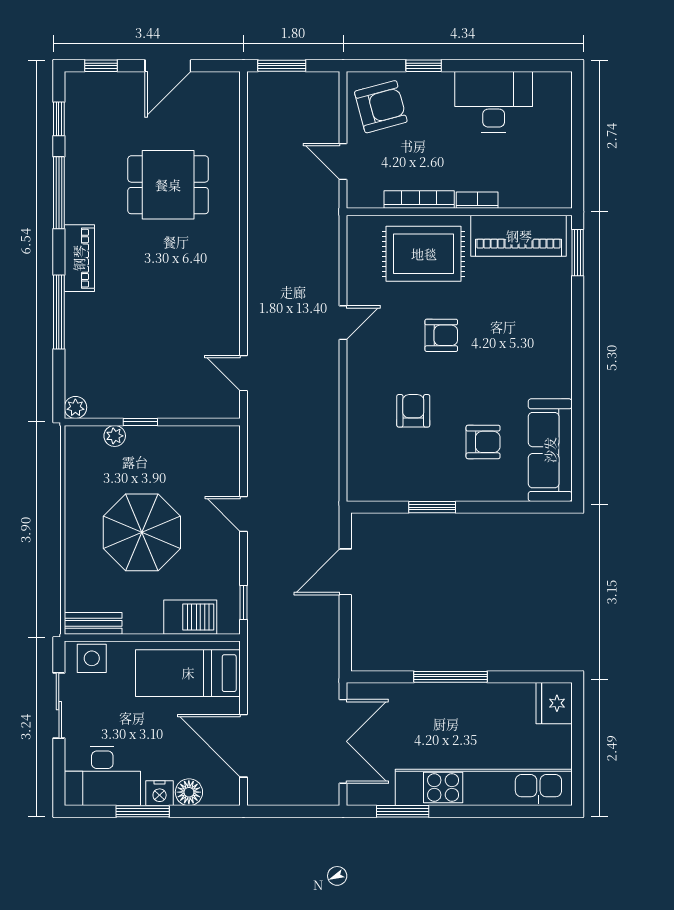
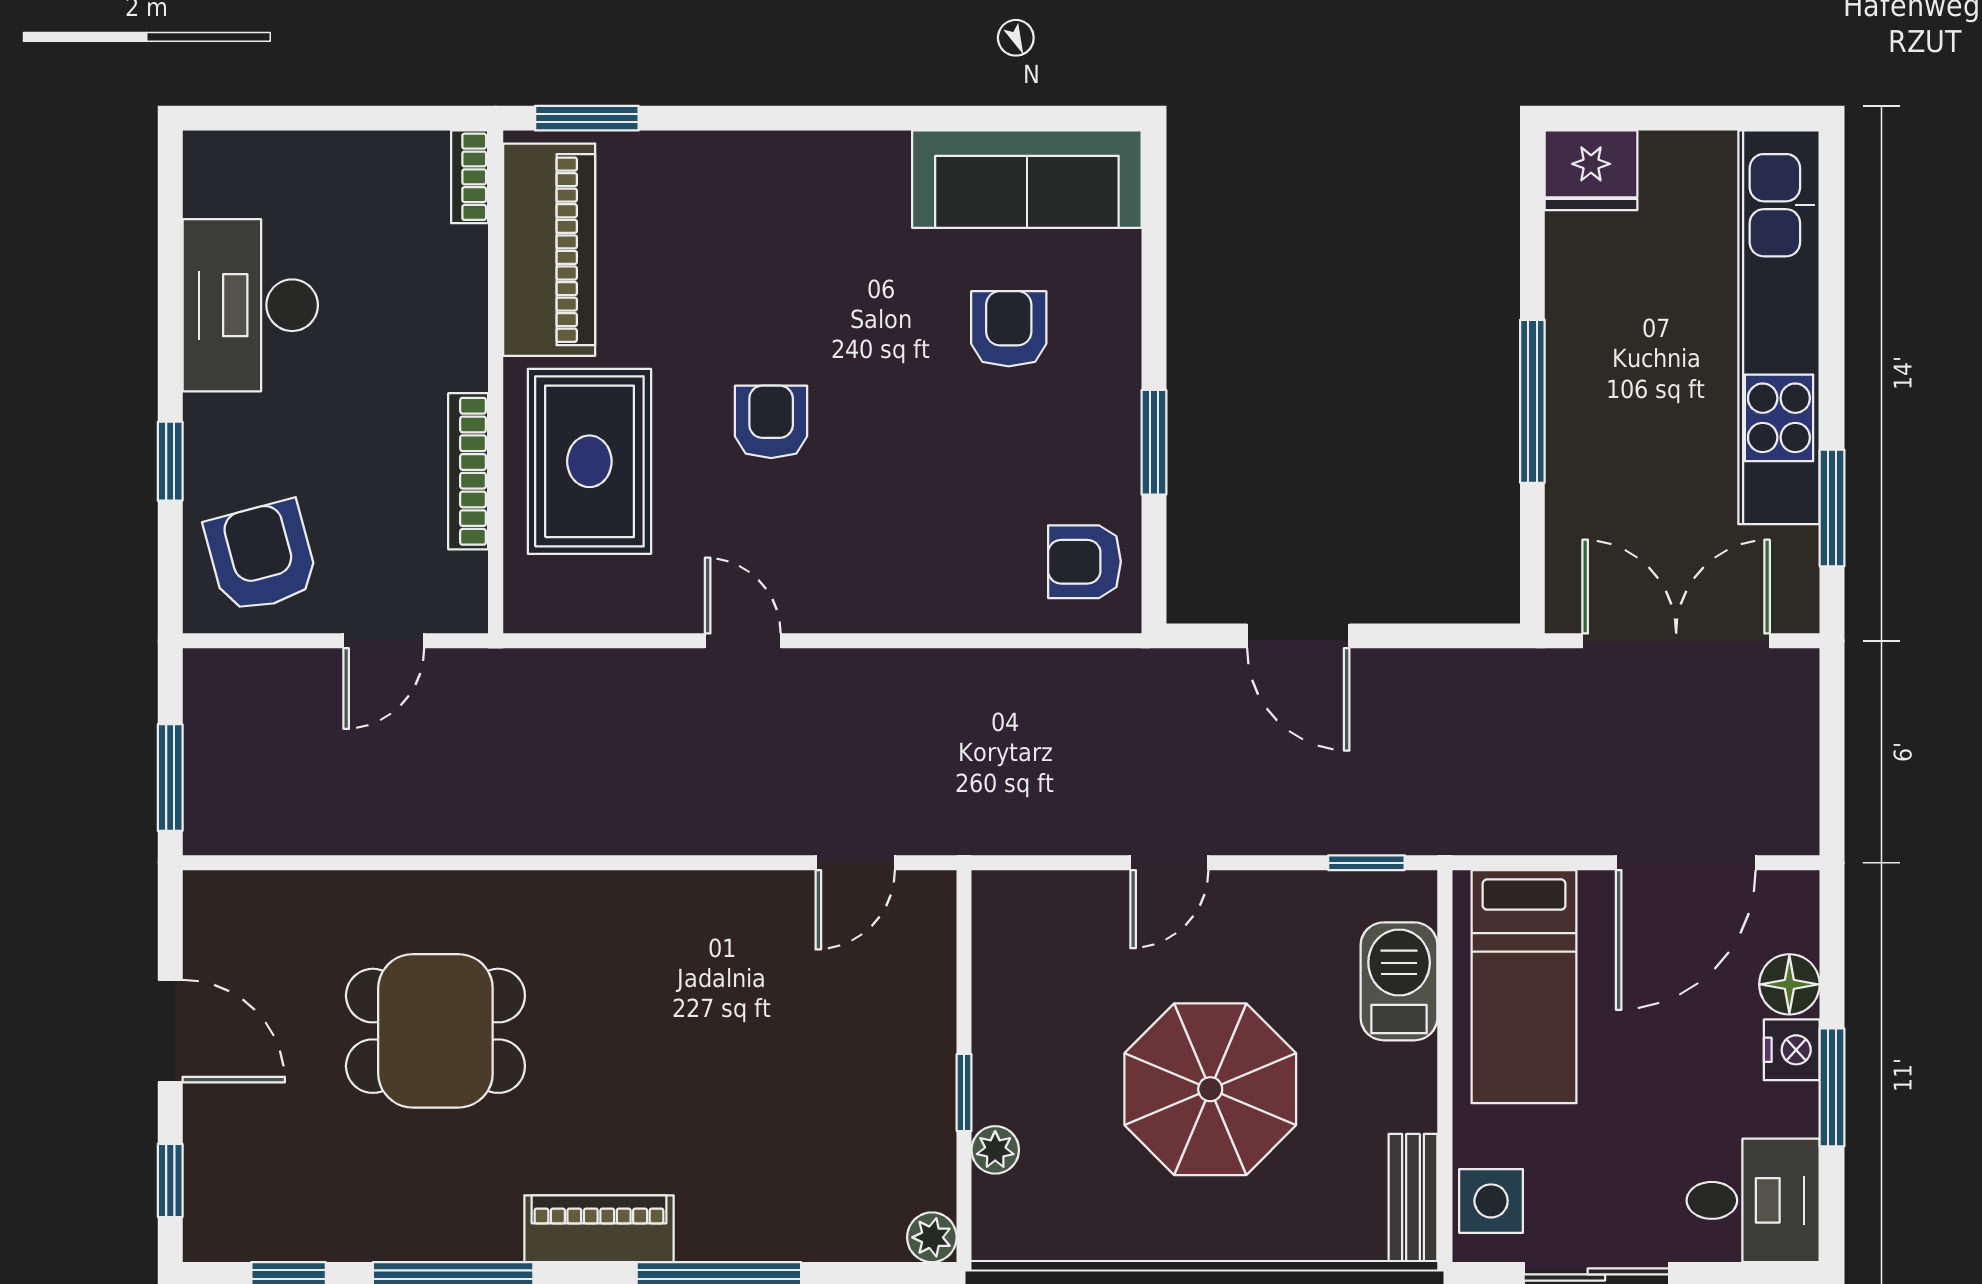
dining table: (168, 185) -> (435, 1031), turned 90
bookcase: (477, 200) -> (470, 177), moved
armchair: (413, 411) -> (1084, 562), moved
desk: (102, 776) -> (1753, 1200), width x0.73

